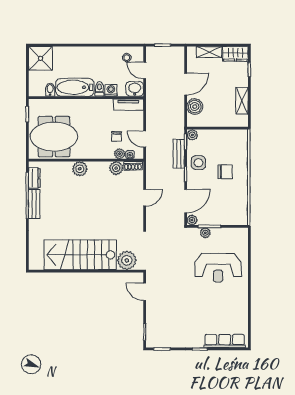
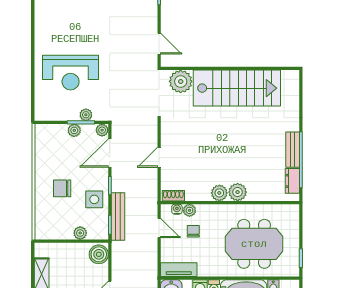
boiler: (195, 107) -> (99, 254), moved
plant: (192, 135) -> (80, 233), moved
meeting table: (54, 137) -> (254, 244), moved
bench: (179, 154) -> (118, 217), width x1.36
plant: (116, 168) -> (219, 193), moved
plant: (215, 220) -> (74, 130), added
reception desk: (218, 268) -> (71, 73), turned 180

